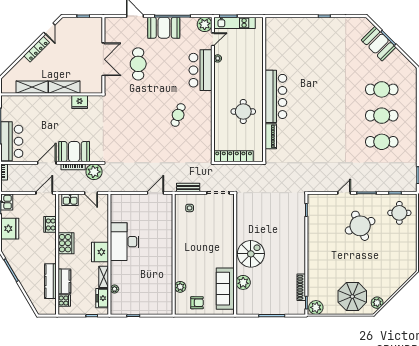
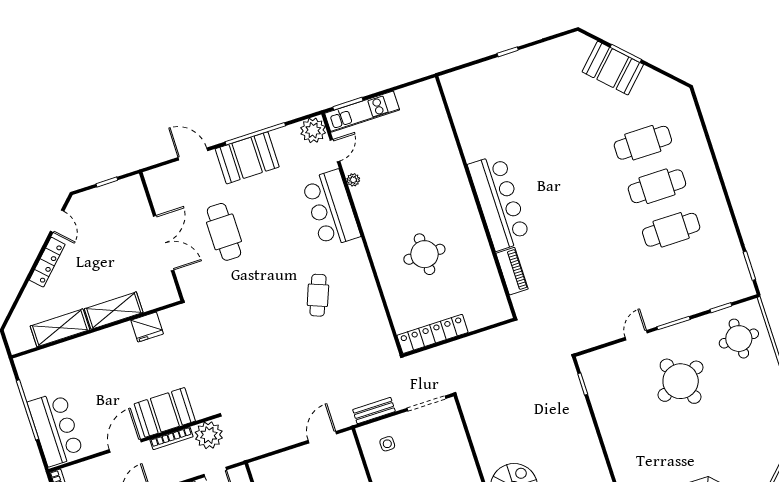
wall: (264, 89) -> (476, 197), moved
bar counter: (276, 96) -> (499, 202), moved
piano: (271, 136) -> (512, 271), moved

